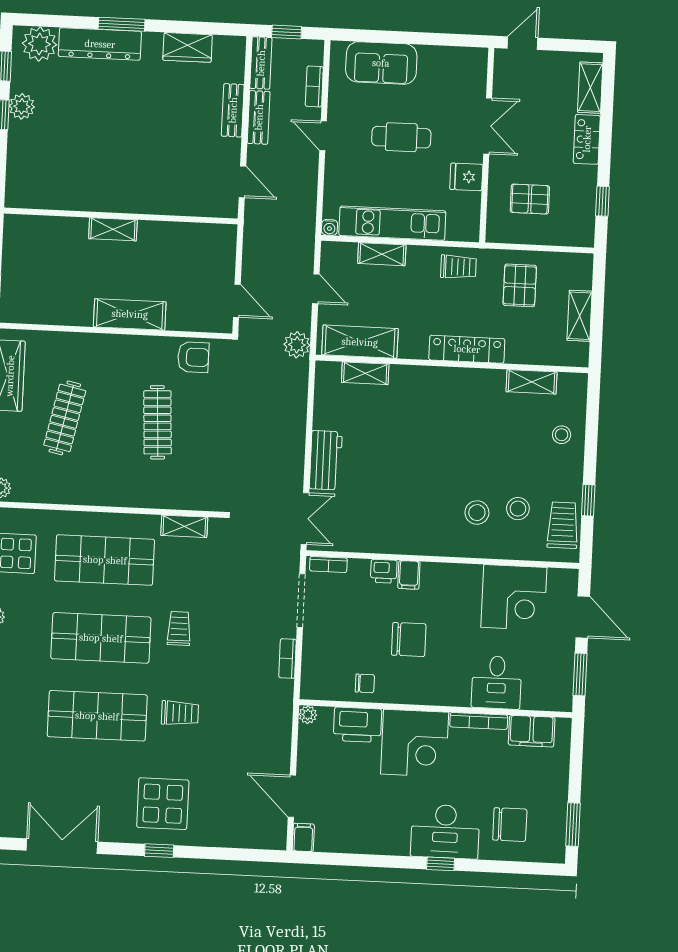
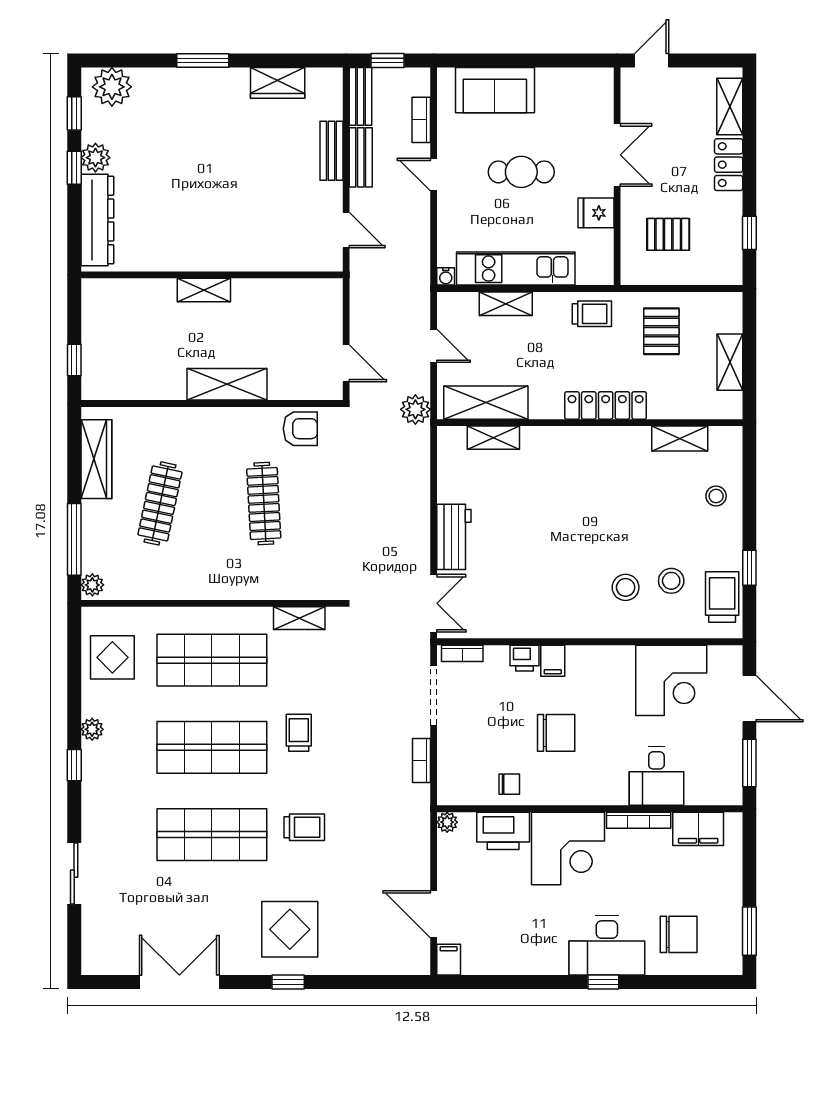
dresser: (100, 44) -> (97, 220), moved, turned -90

